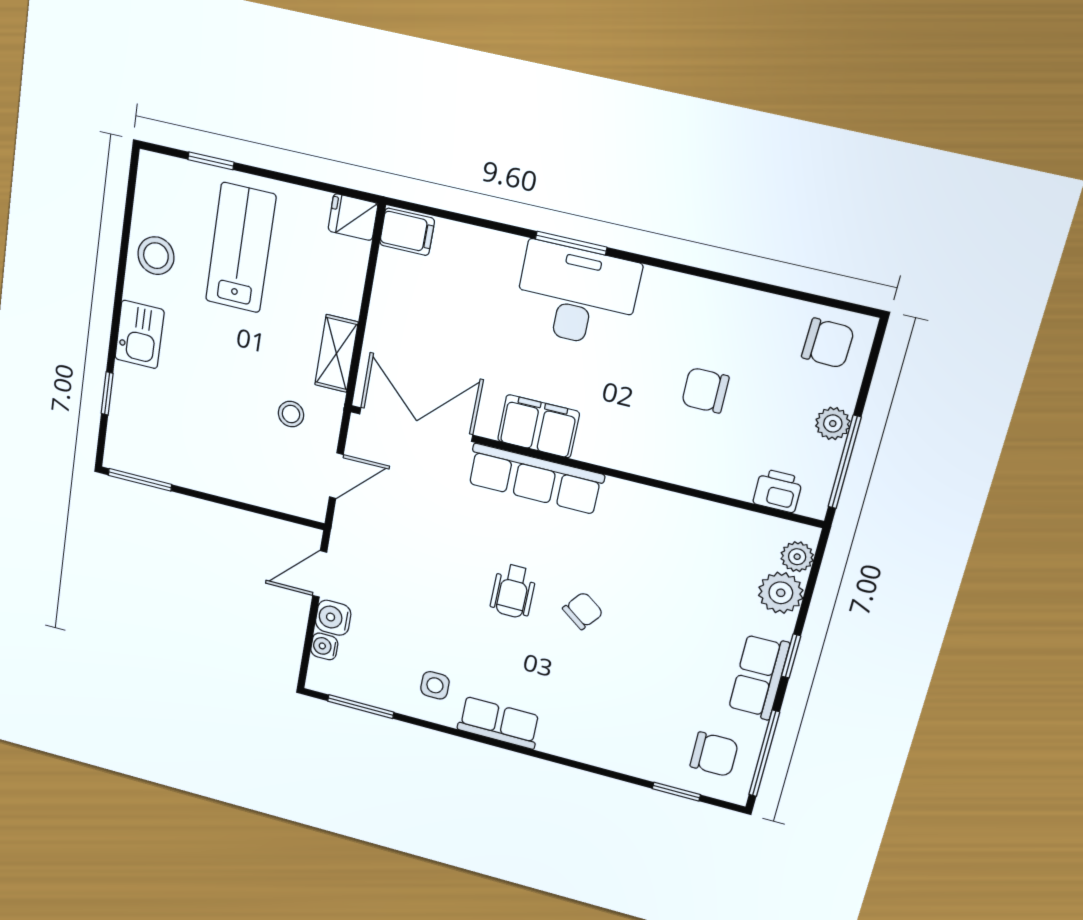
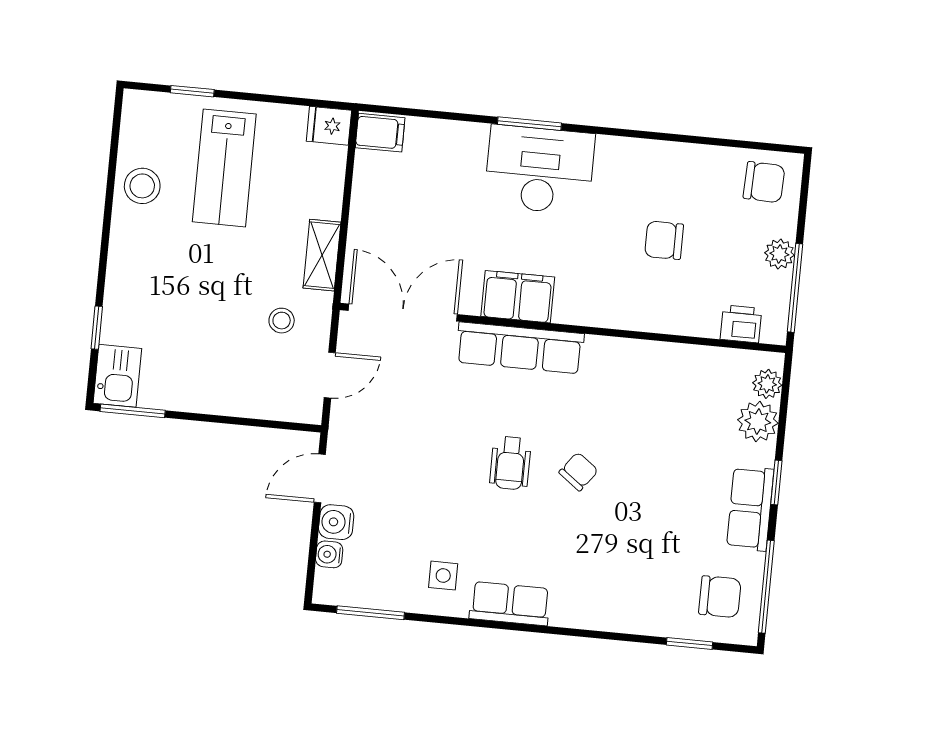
lab bench: (241, 248) -> (224, 168), turned 180
kitchen sink: (140, 334) -> (117, 376), moved

